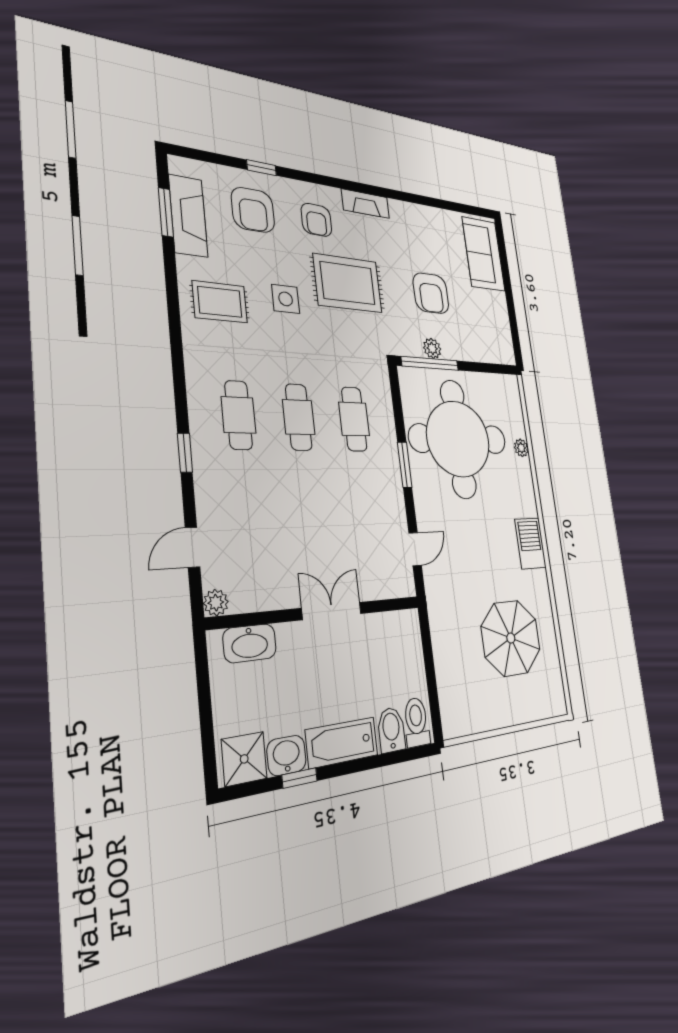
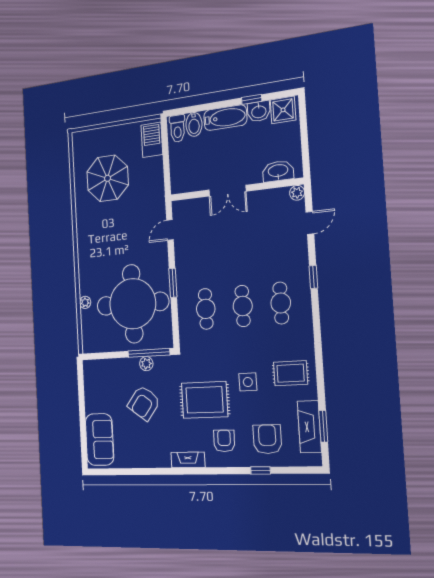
armchair: (431, 293) -> (144, 403), turned -143
barbecue: (530, 543) -> (152, 140), moved, turned 180

